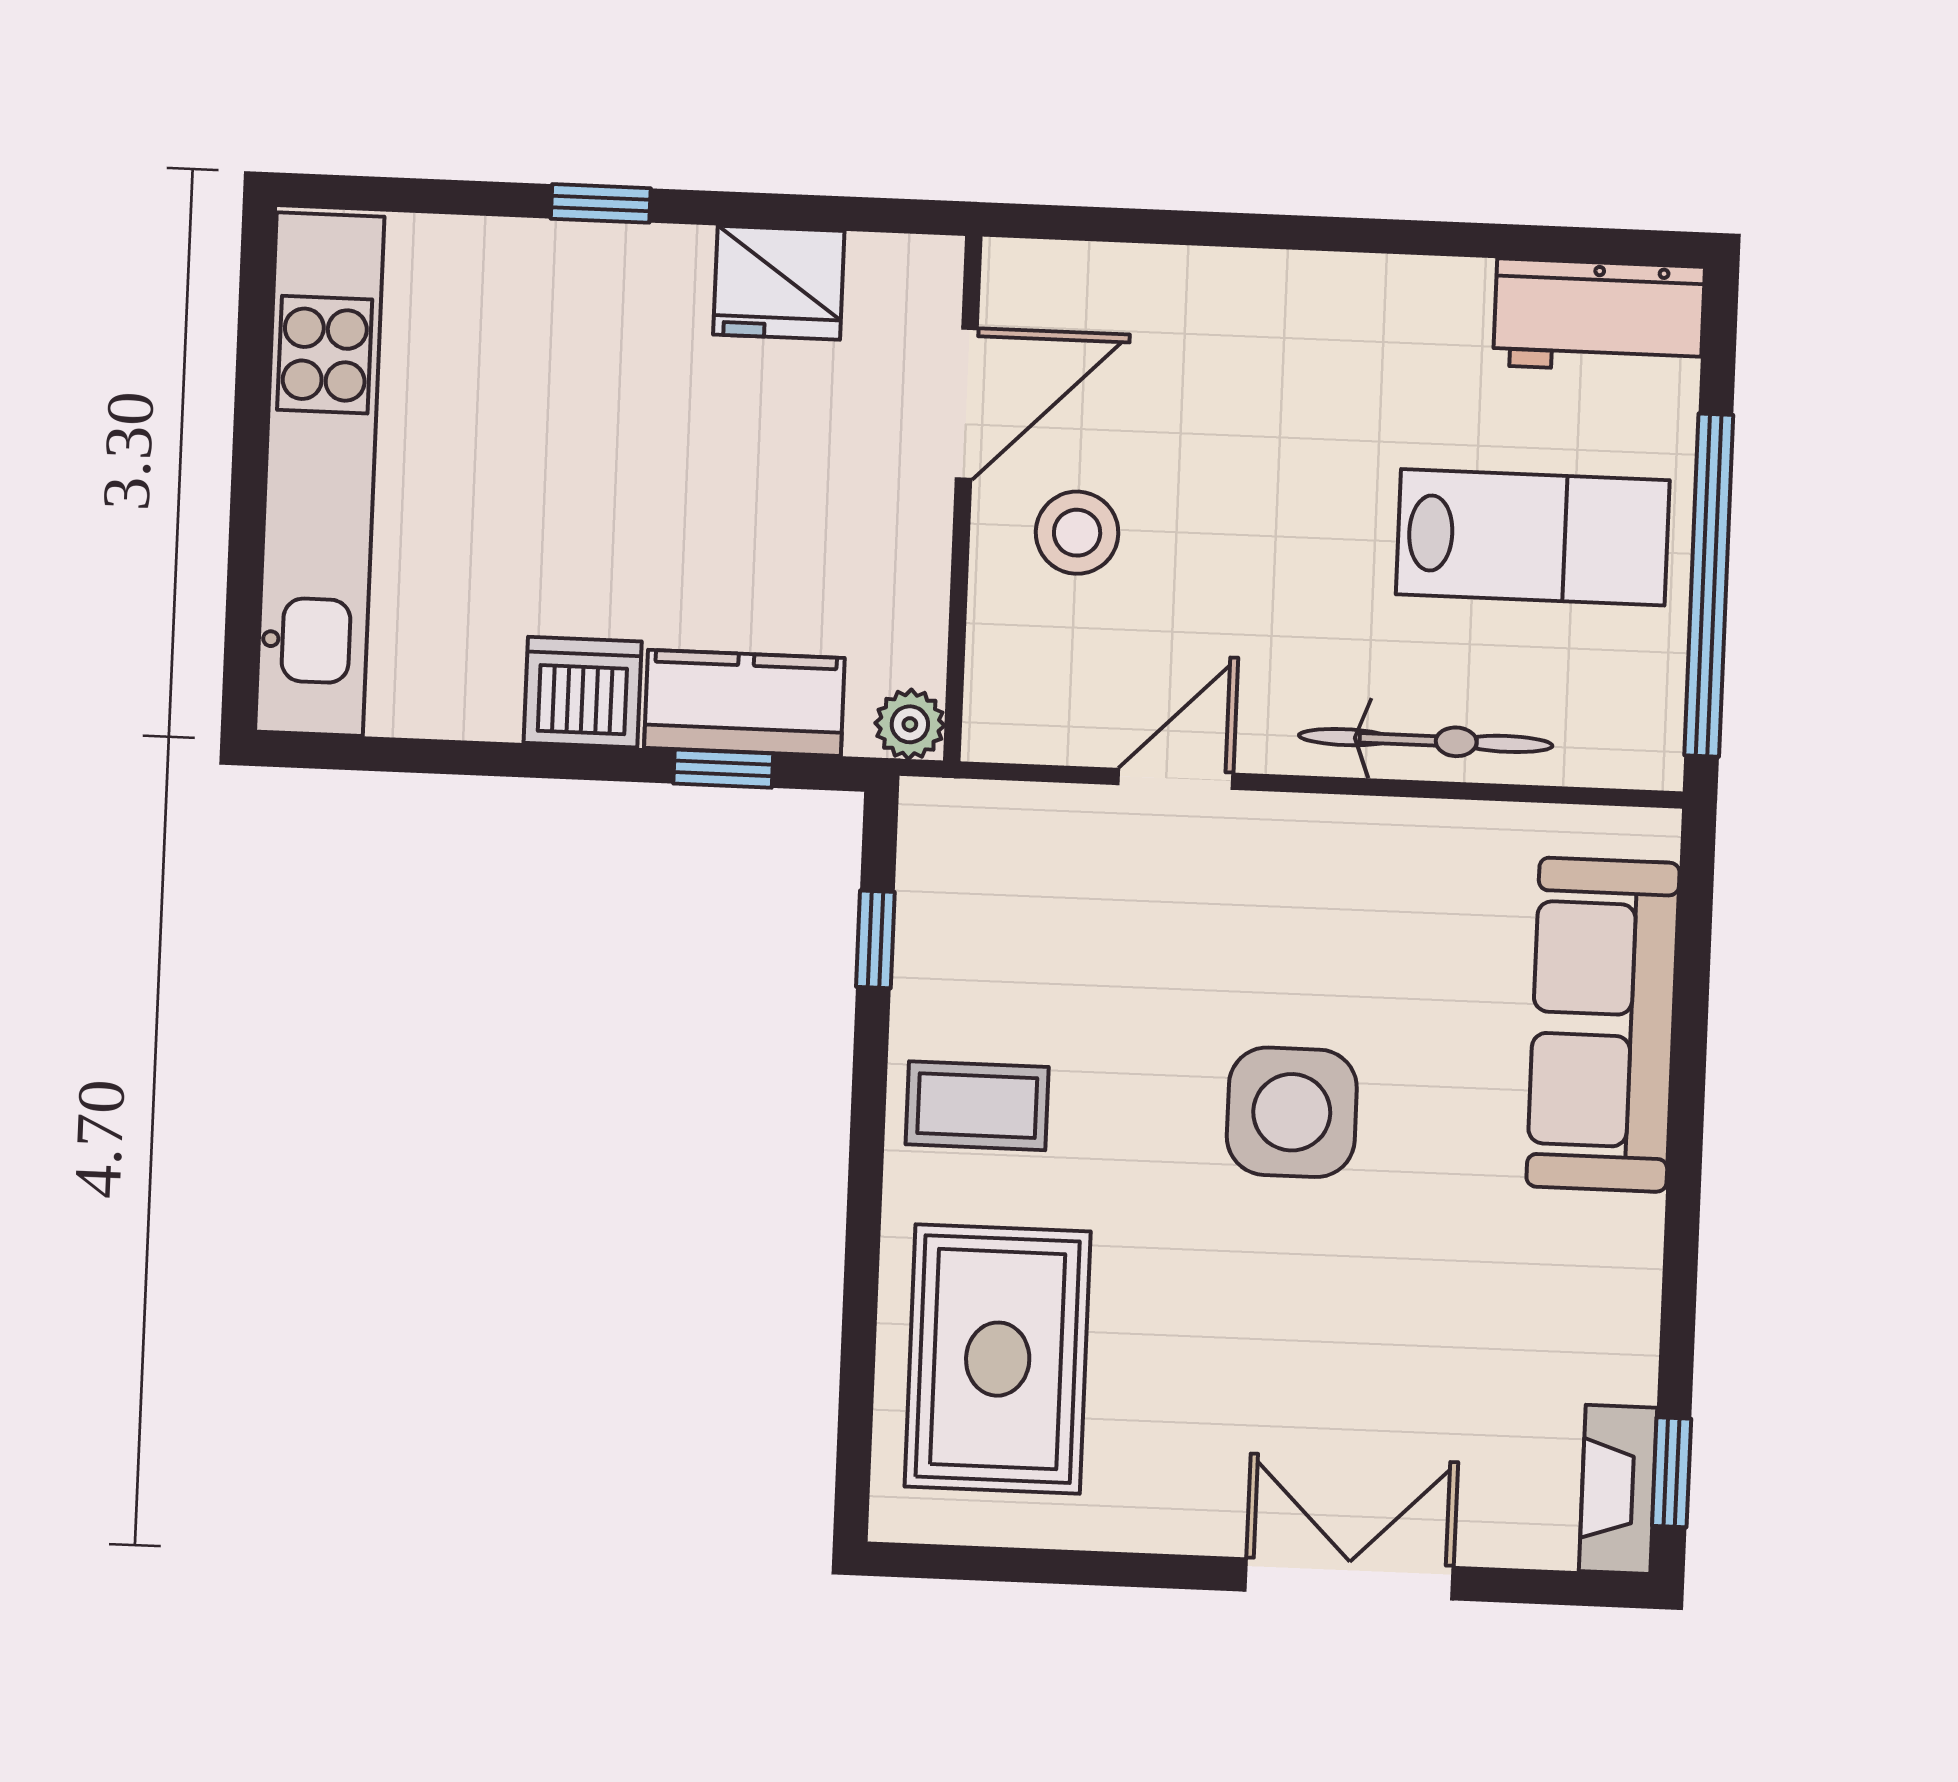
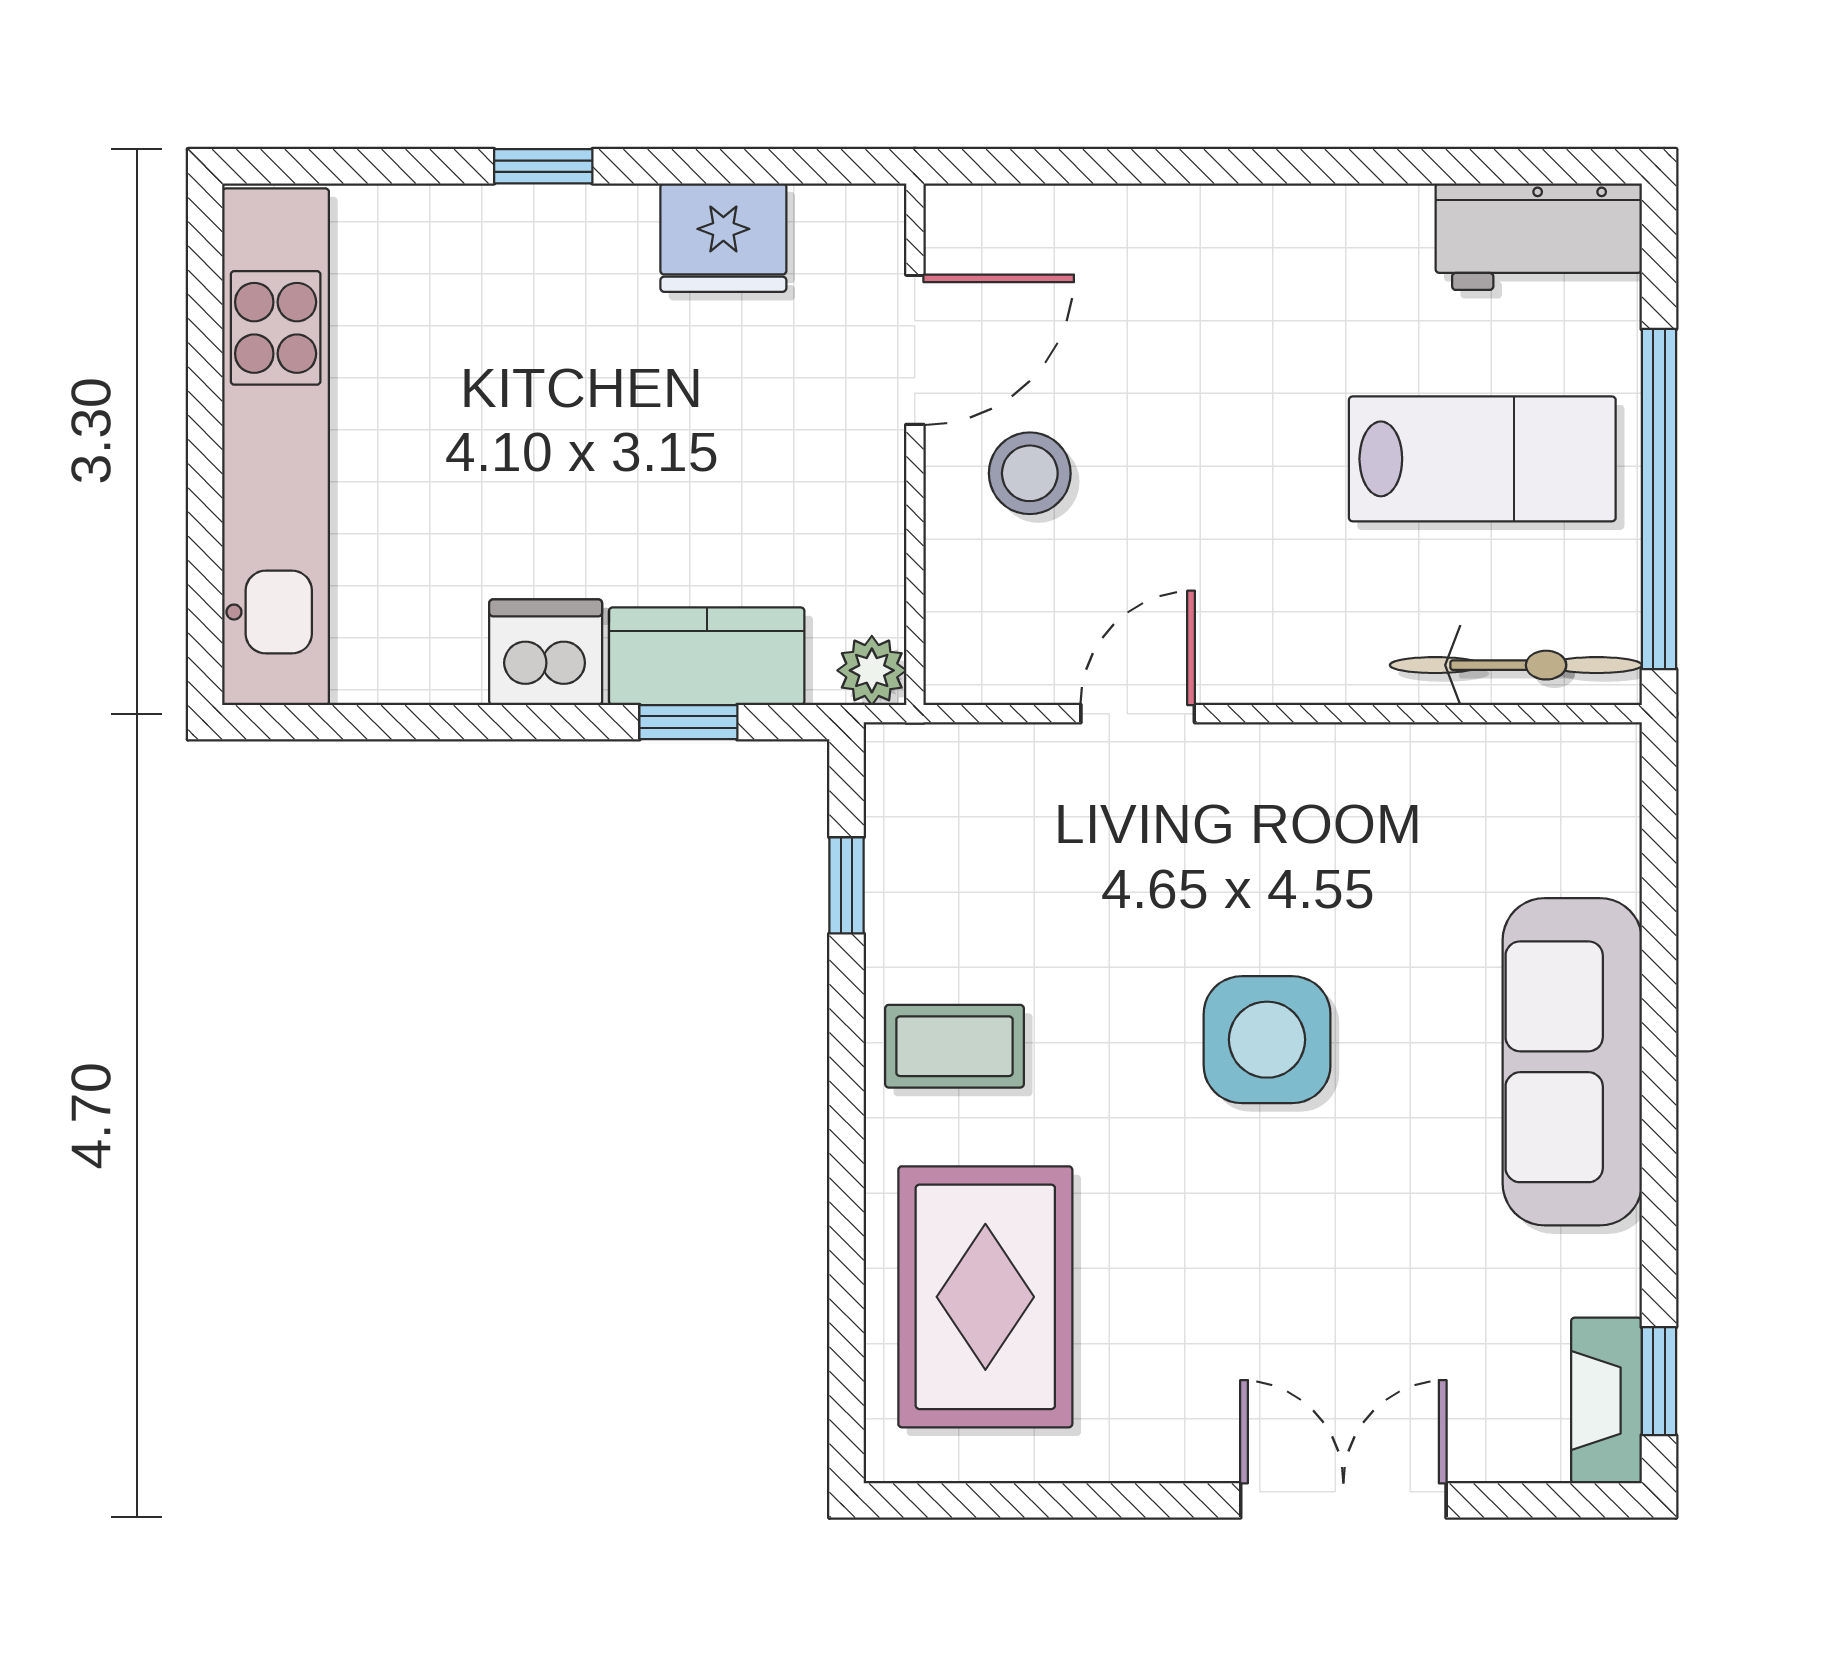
bicycle: (1426, 741) -> (1516, 665), moved
sofa: (1603, 1025) -> (1572, 1062), moved

